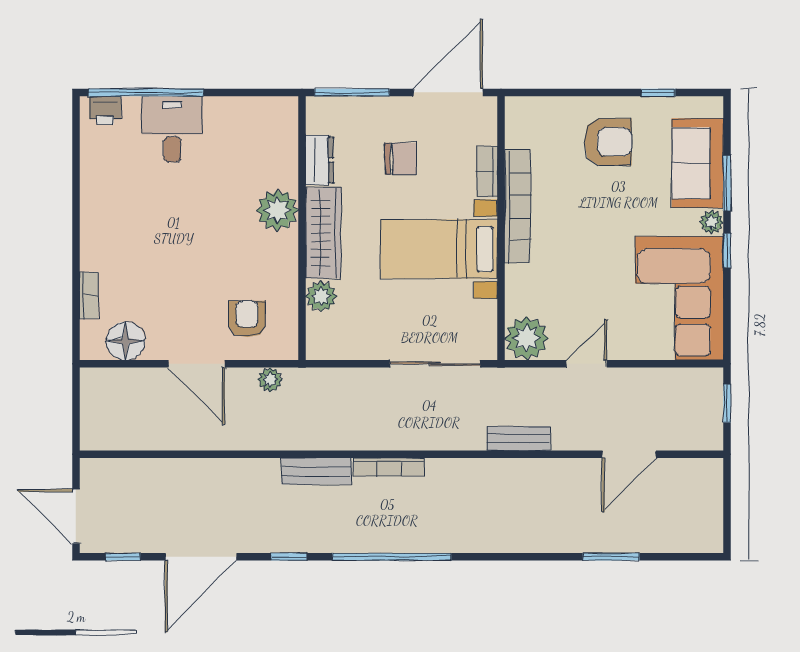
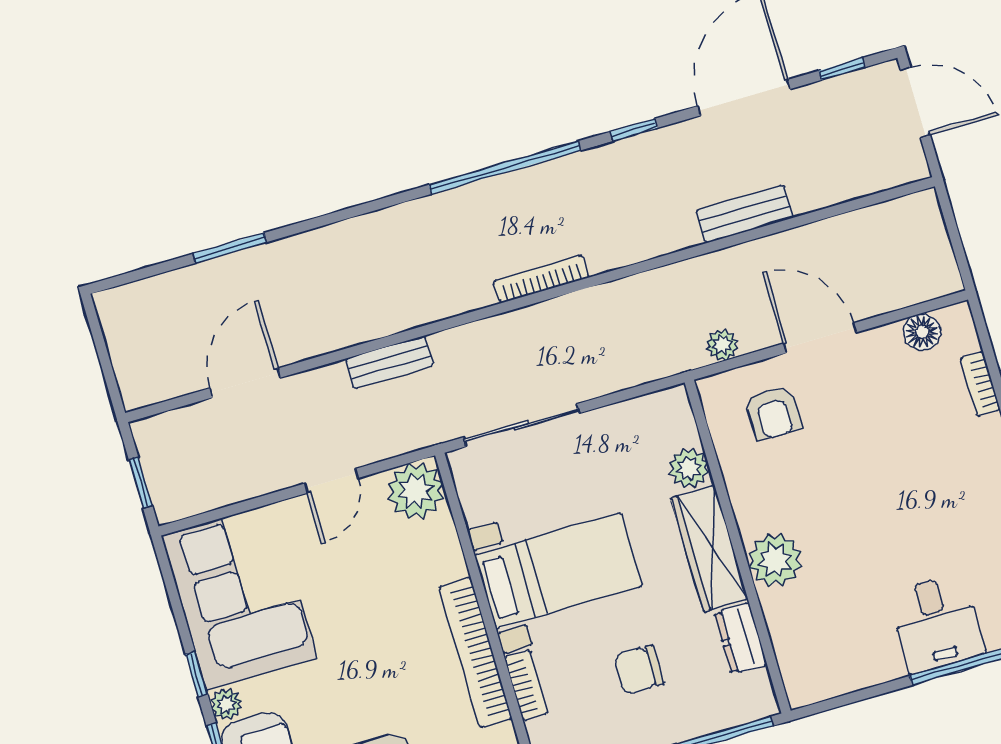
floor lamp: (126, 341) -> (922, 332), width x0.73, depth x0.73
bench: (316, 471) -> (745, 214), moved

